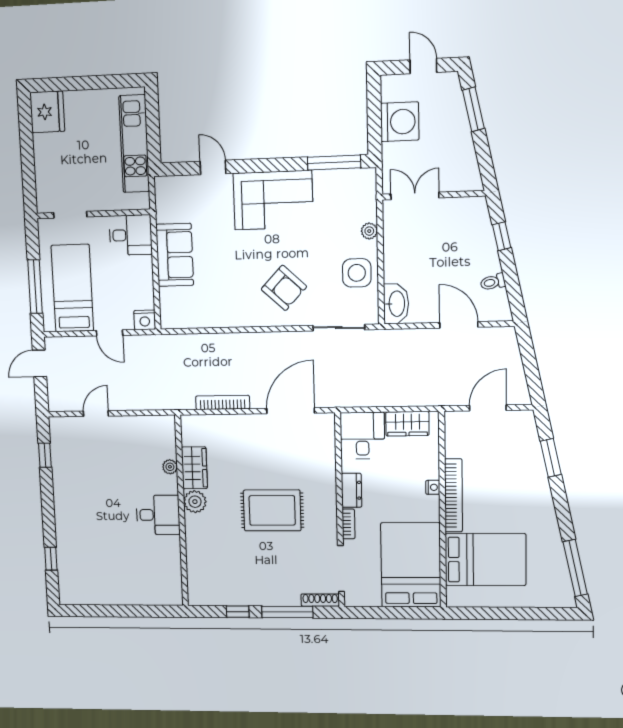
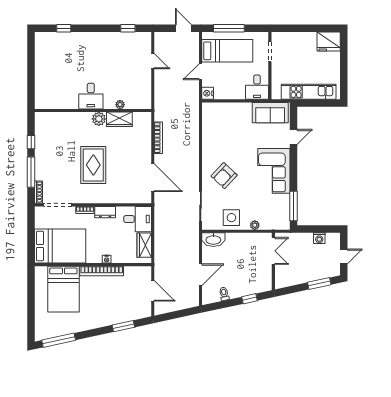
washing machine: (400, 122) -> (319, 238), width x0.53, depth x0.53
sofa: (175, 255) -> (270, 113), moved

